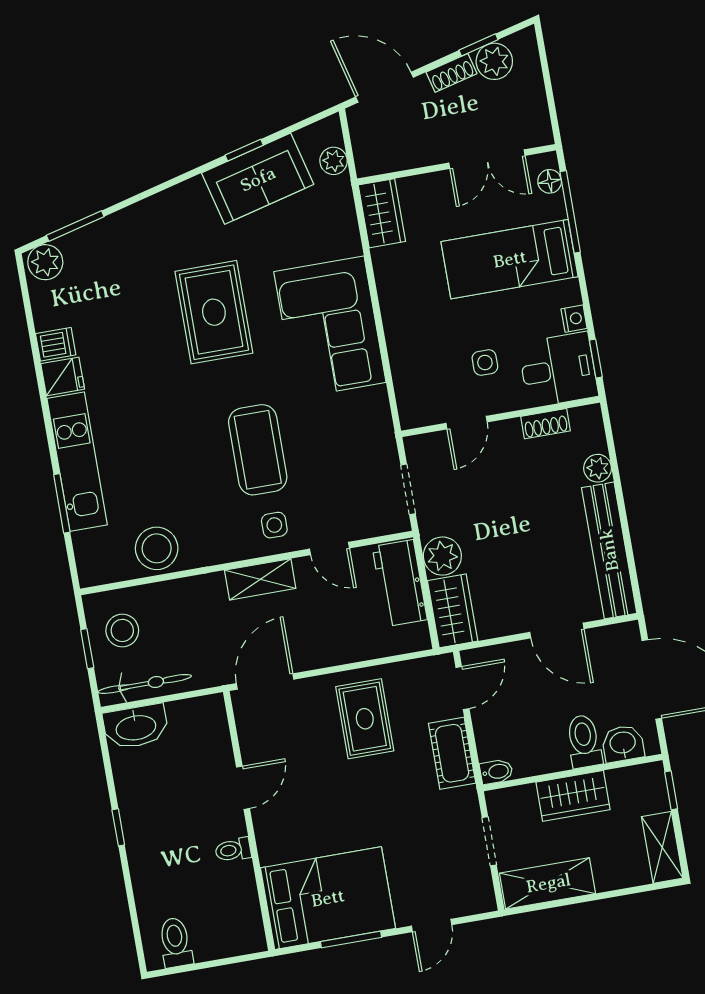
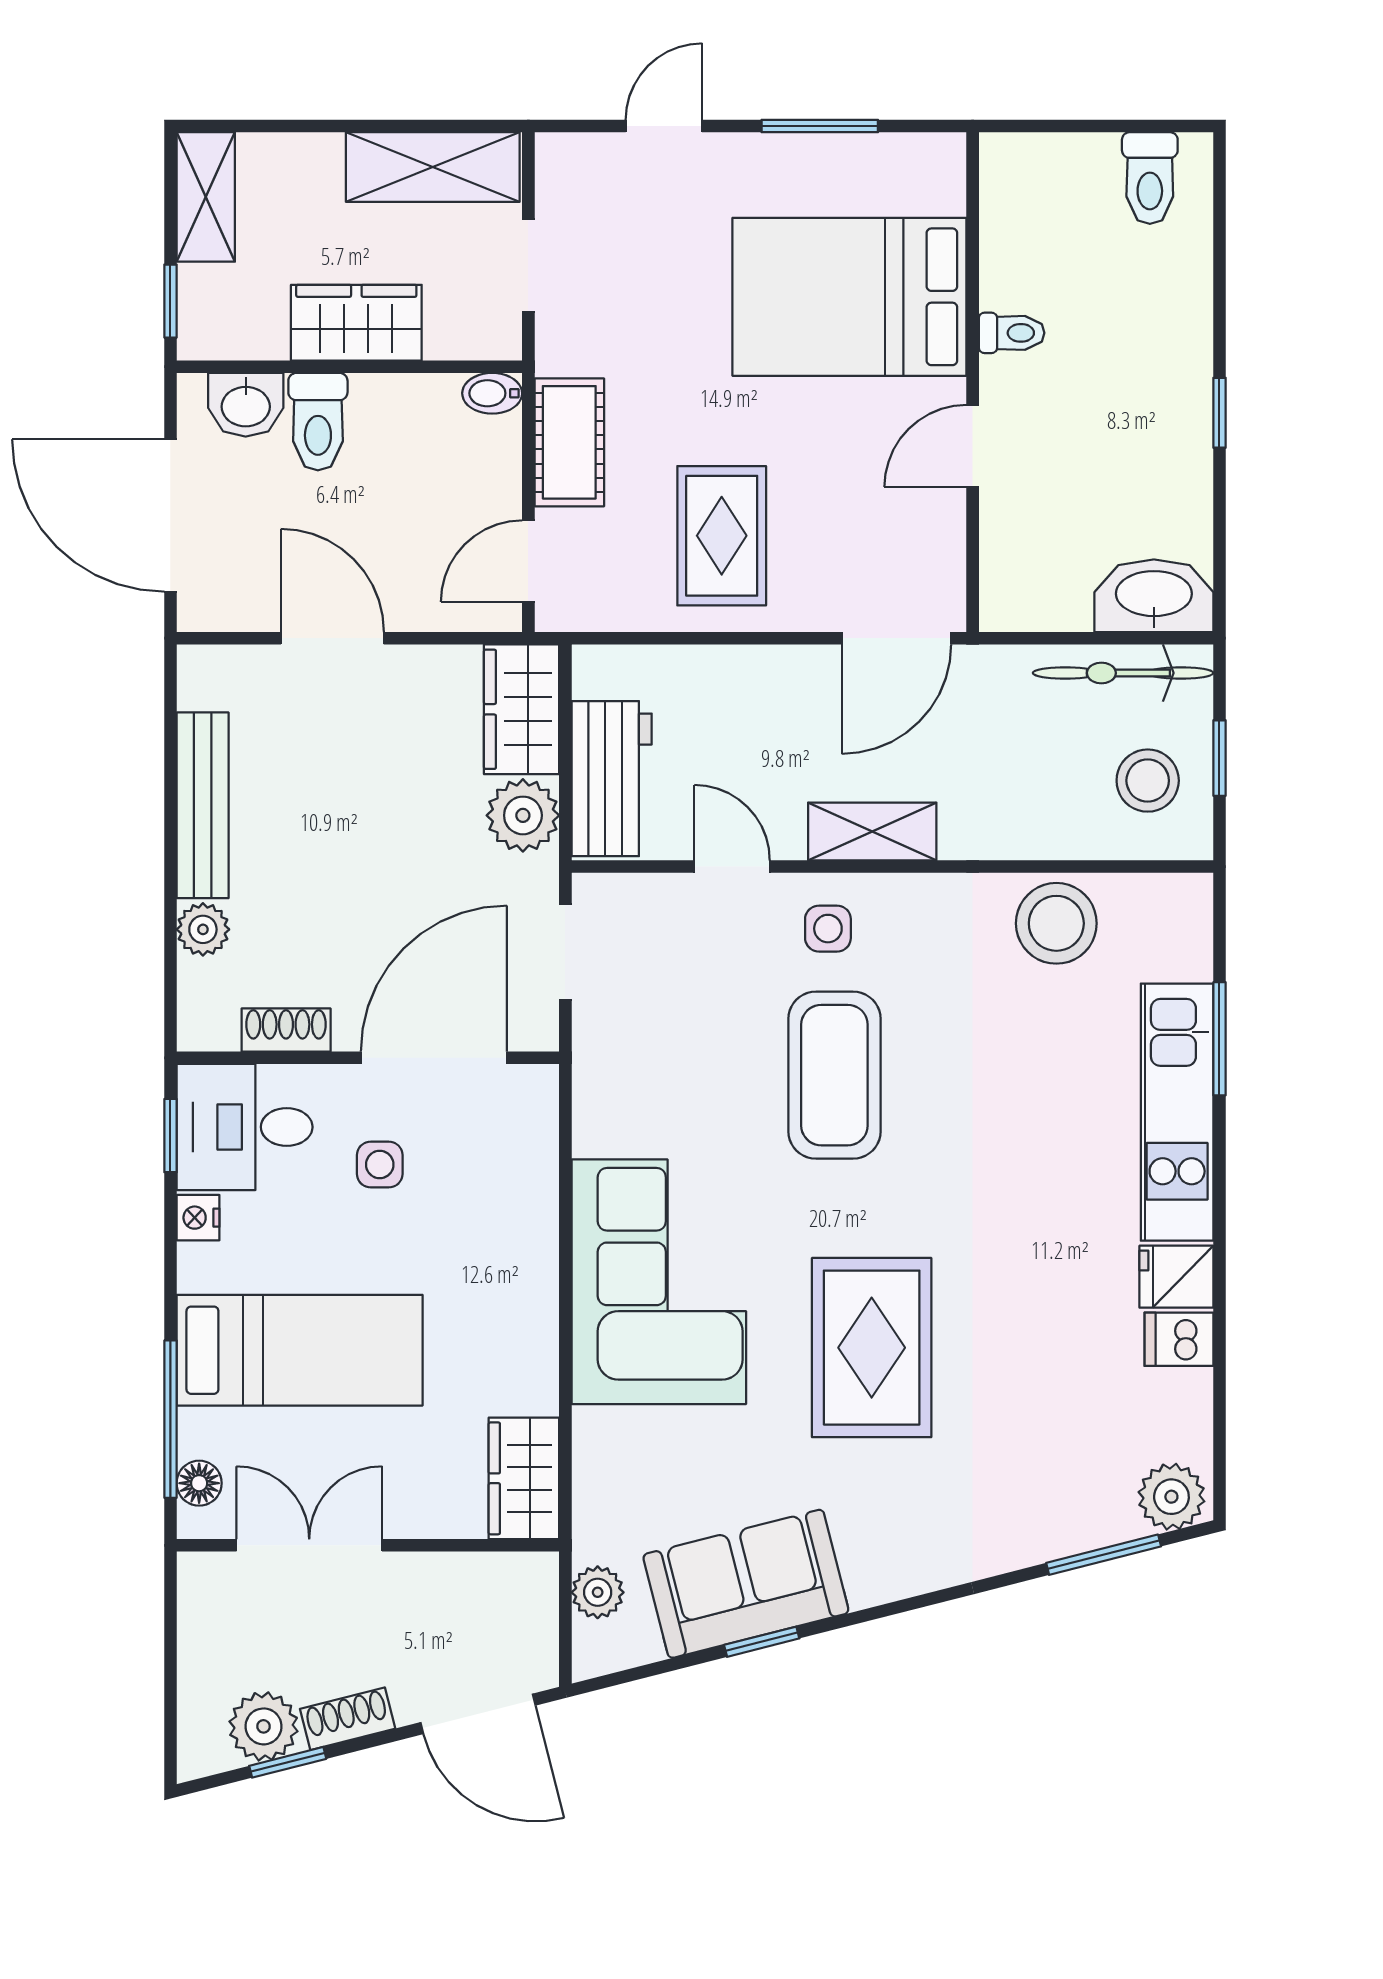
door: (467, 423) -> (434, 1058), width x1.87
bench: (609, 550) -> (203, 805), width x0.73, depth x0.82
bed: (328, 898) -> (849, 297), moved

